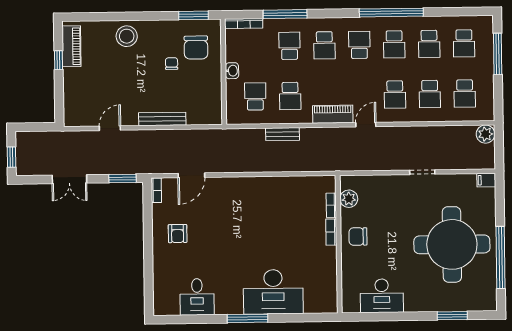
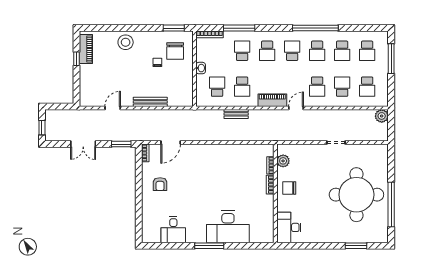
school desk: (430, 94) -> (342, 87), turned 180
filing cabinet: (486, 180) -> (382, 149), removed
desk: (382, 296) -> (289, 227), moved, turned 90

